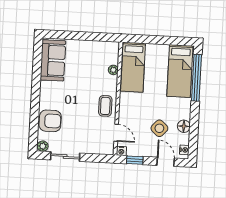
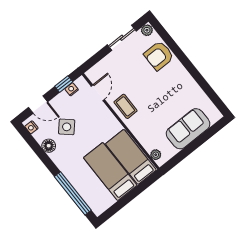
sofa: (53, 60) -> (188, 129), moved, turned 90
plant: (113, 70) -> (156, 155), moved
bed: (180, 71) -> (110, 172), moved
door: (116, 133) -> (98, 93), swing flipped
nightstand: (121, 151) -> (72, 89), moved

